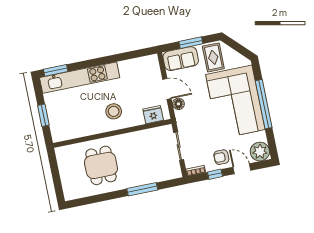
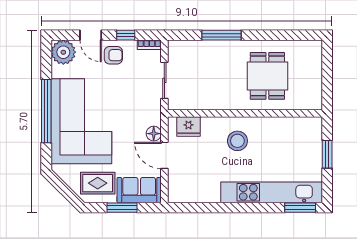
rug: (213, 57) -> (98, 183), turned 90

